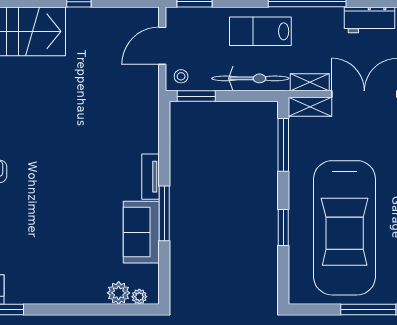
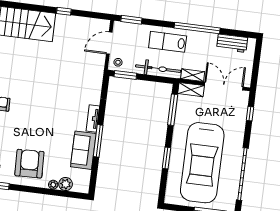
armchair: (53, 266) -> (29, 164), added
plant: (139, 297) -> (53, 185), moved

